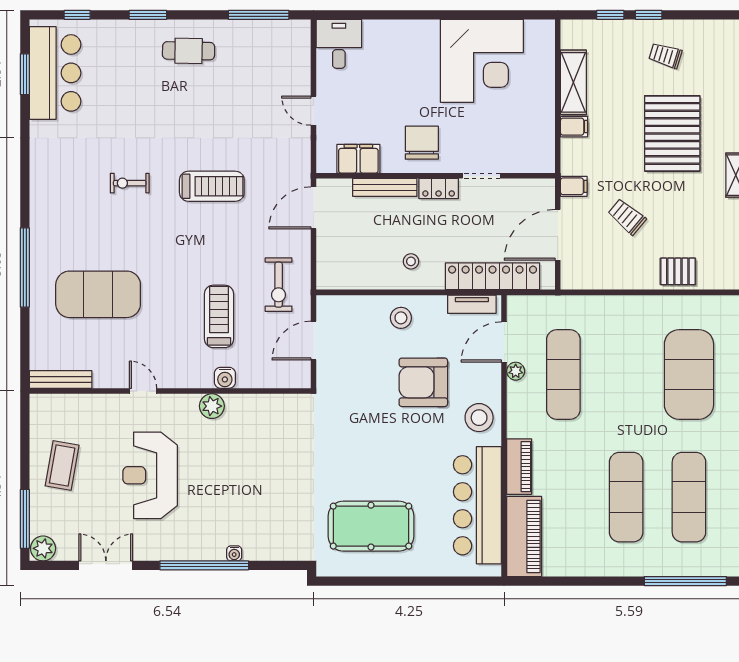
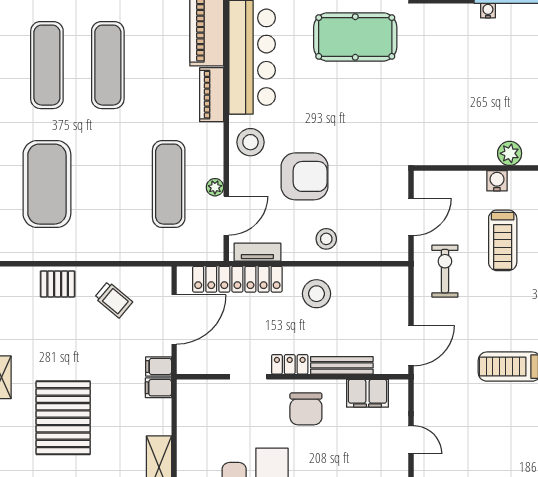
filing cabinet: (574, 127) -> (158, 388), moved
trolley: (627, 217) -> (114, 300), moved
stool: (411, 261) -> (316, 294), width x1.89, depth x1.89

